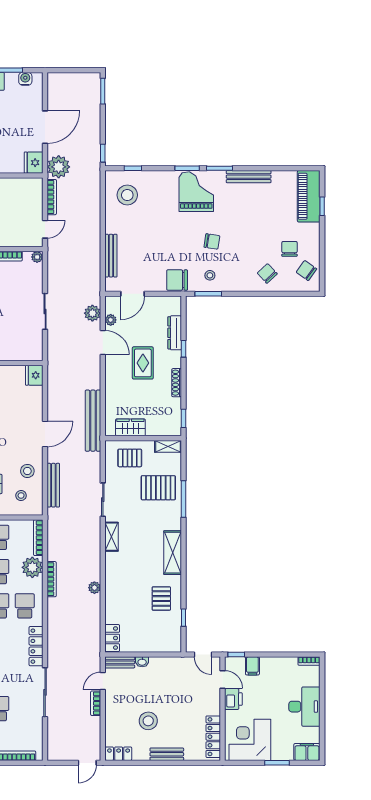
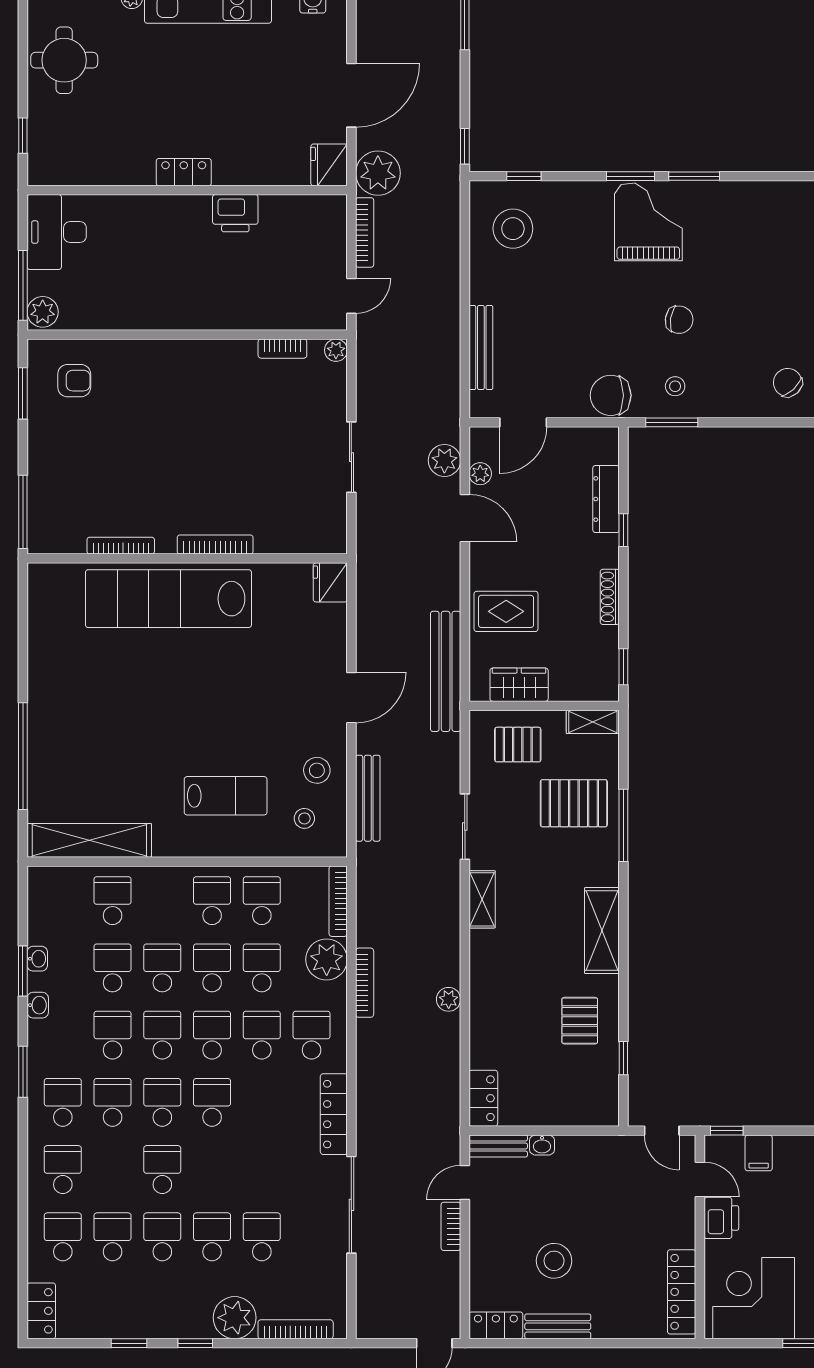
bench: (249, 177) -> (751, 193), removed
rug: (143, 363) -> (506, 611), moved, turned 90
bench: (167, 754) -> (558, 1326), moved

